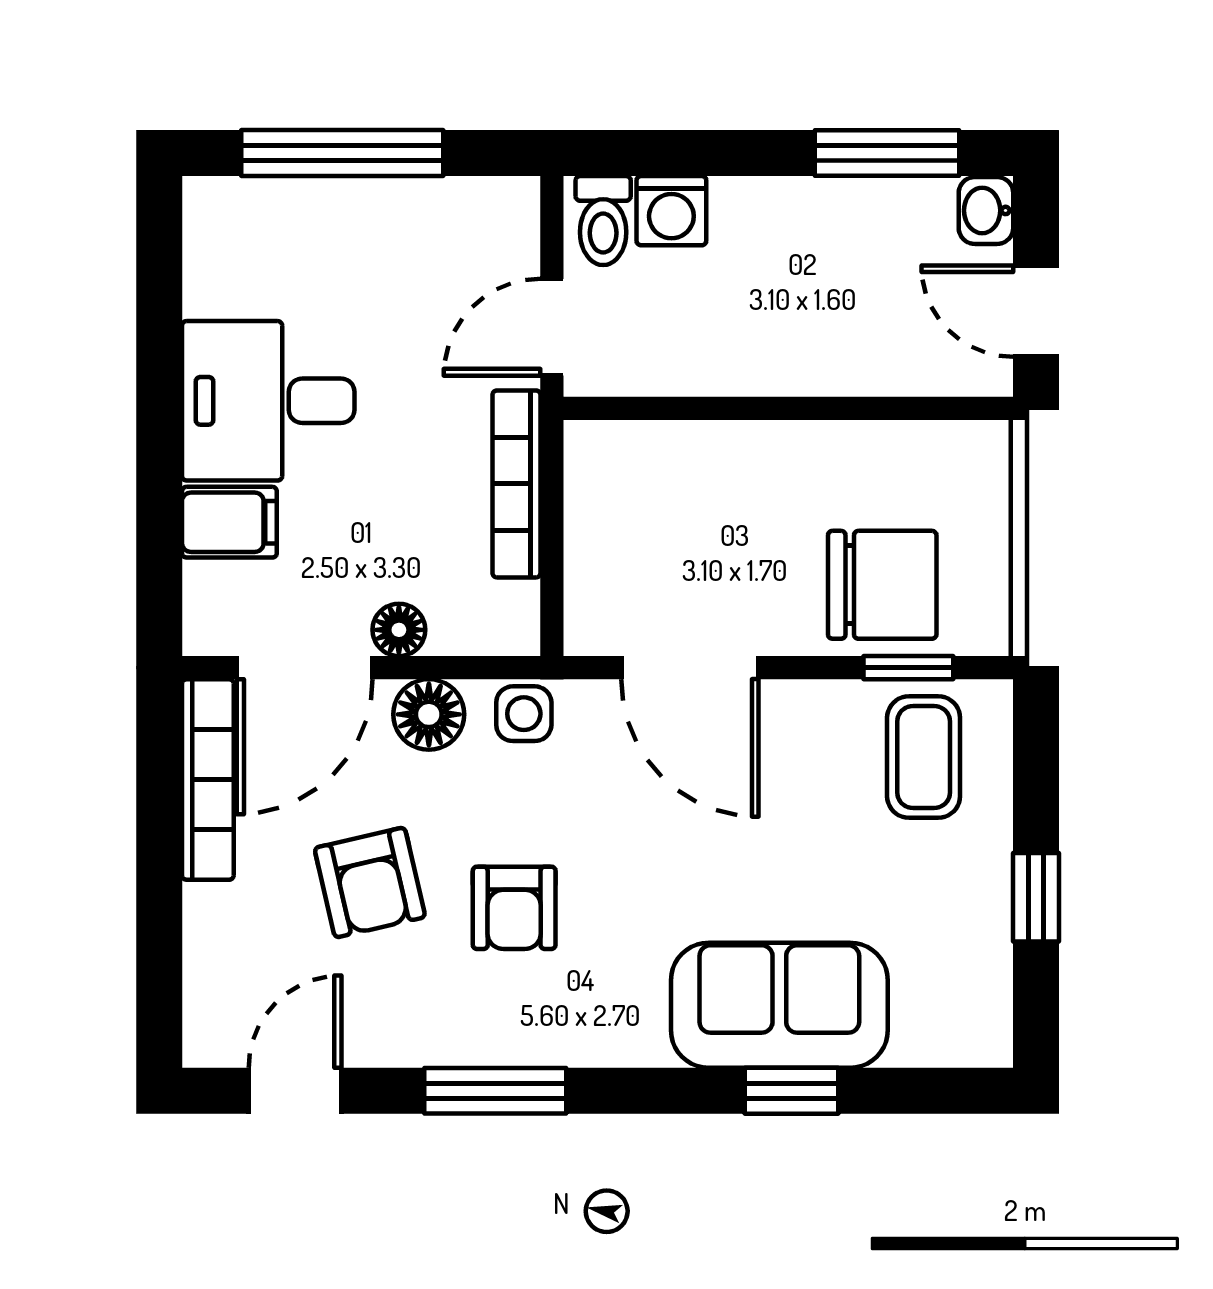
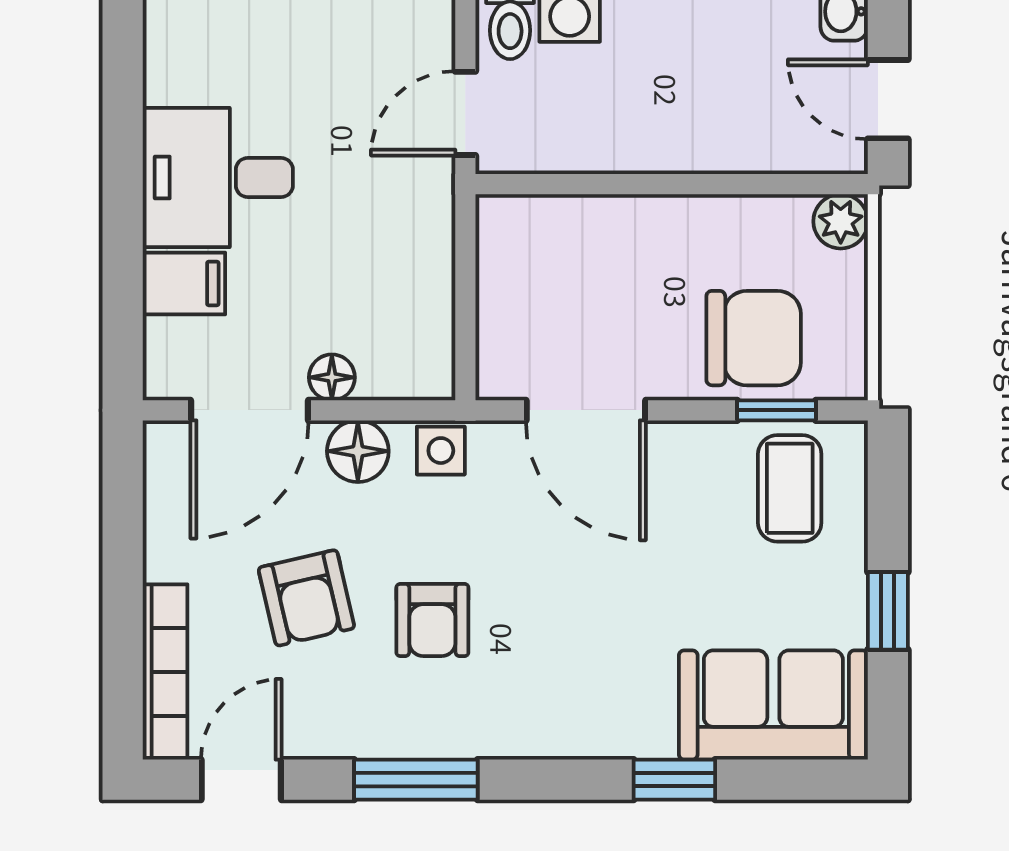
plant: (982, 451) -> (841, 221), added
bookcase: (516, 484) -> (434, 250), removed
bookcase: (208, 779) -> (165, 672), moved
sofa: (779, 1005) -> (773, 705), moved

